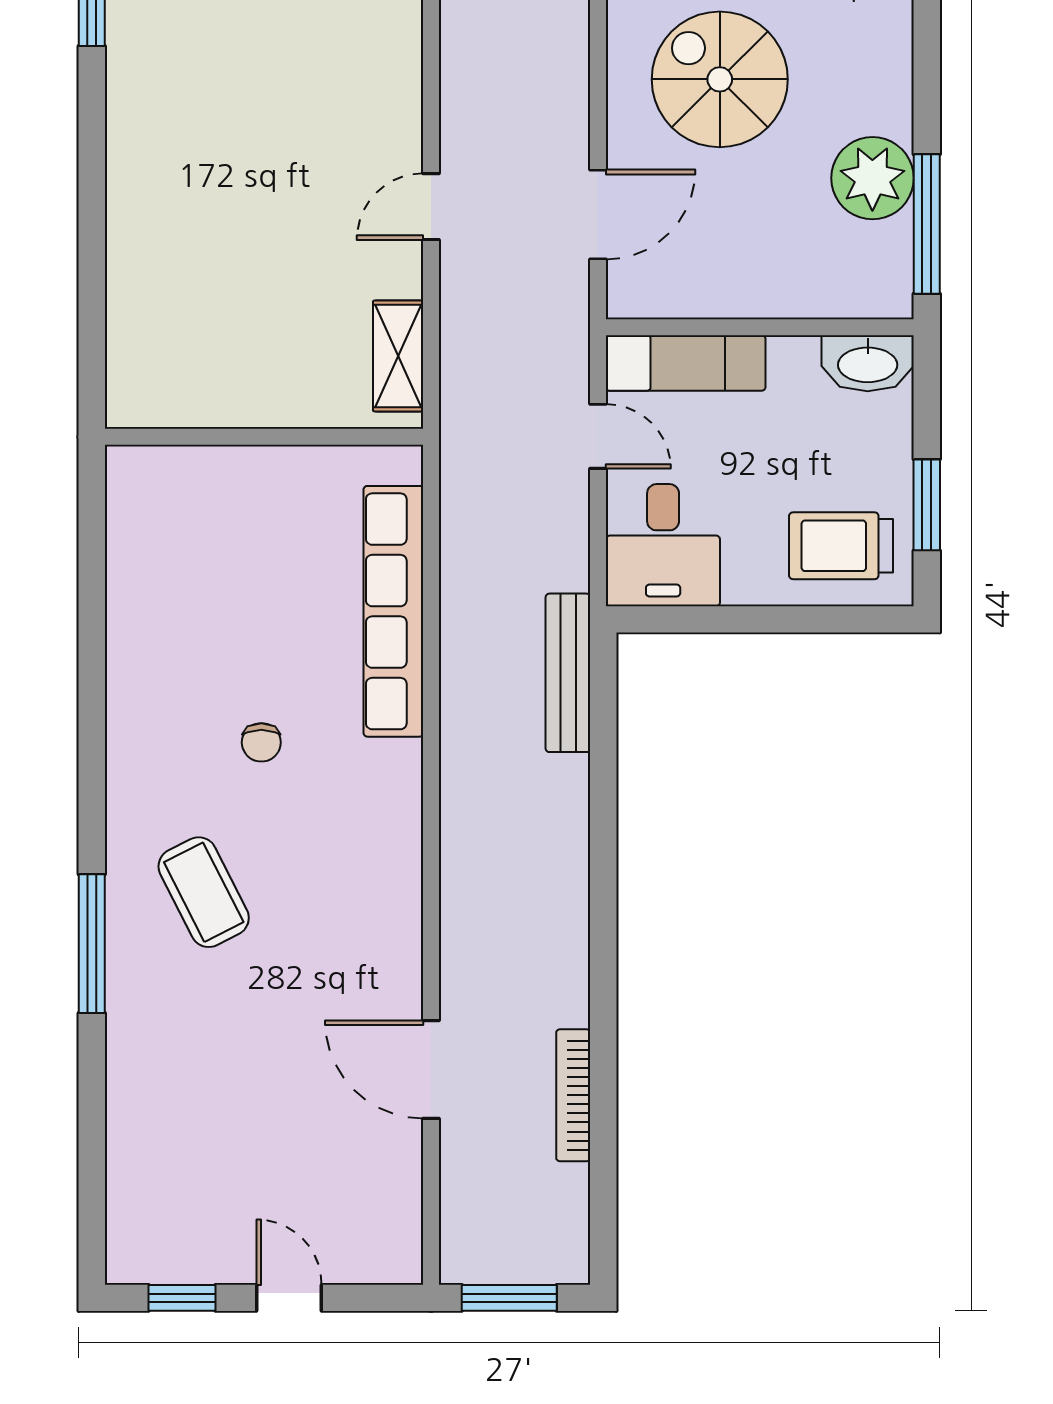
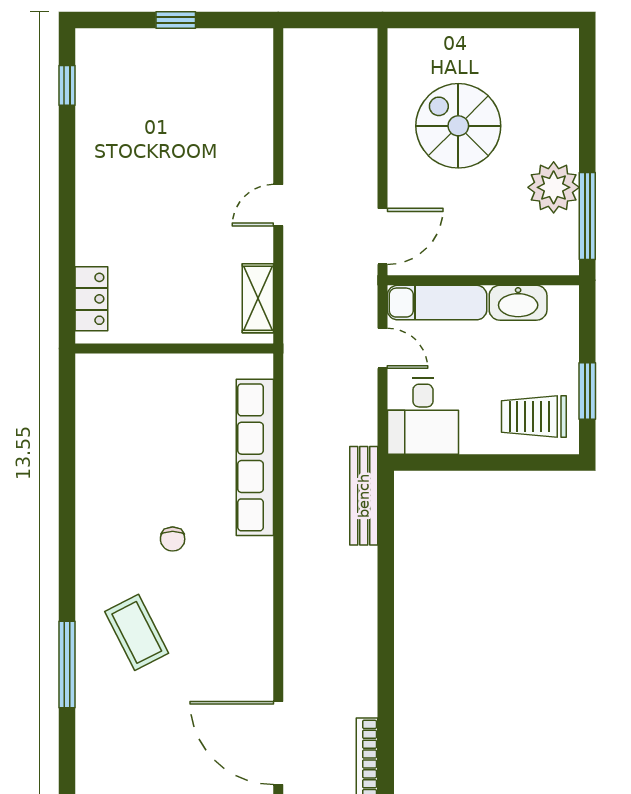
door: (598, 214) -> (382, 236), moved
locker: (131, 357) -> (91, 299), added
washbasin: (868, 363) -> (518, 303), moved
door: (431, 1069) -> (278, 743), width x1.36

